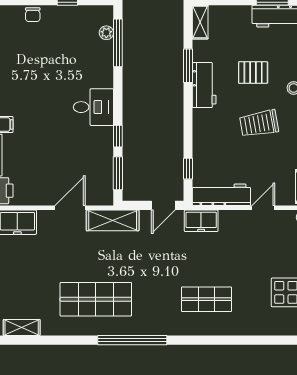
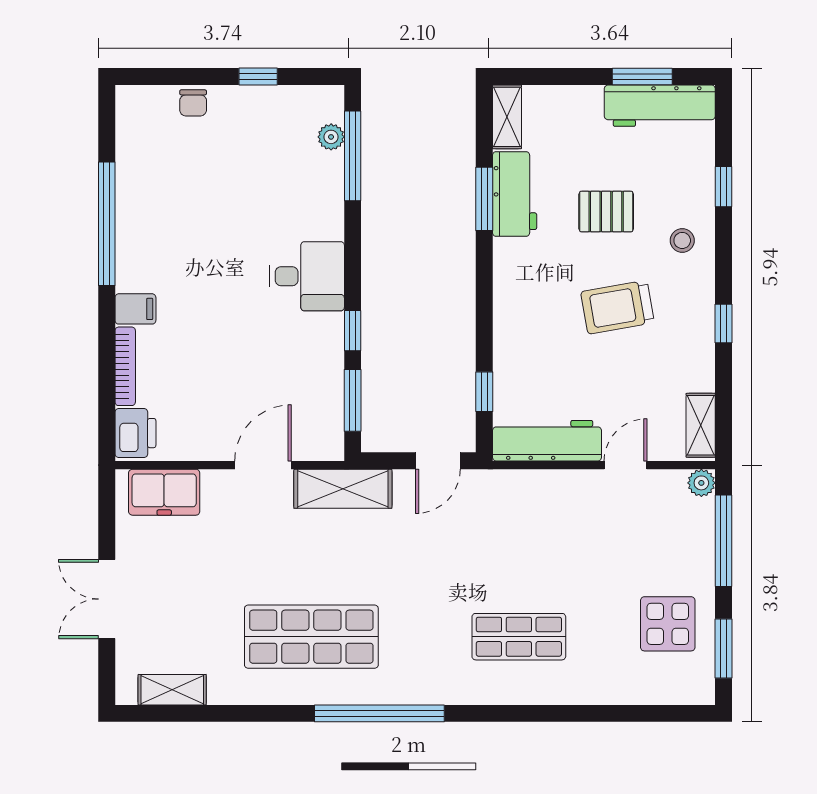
workbench: (204, 85) -> (515, 194), moved
freezer: (201, 221) -> (509, 489), removed

